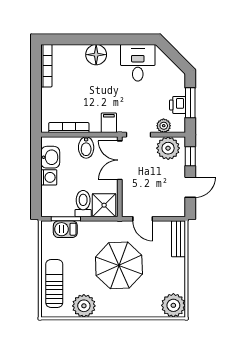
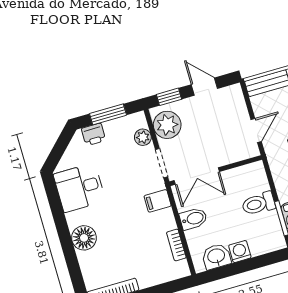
printer: (178, 105) -> (94, 134), moved
bookcase: (69, 128) -> (176, 245), width x0.64
shower: (104, 205) -> (253, 179), removed

